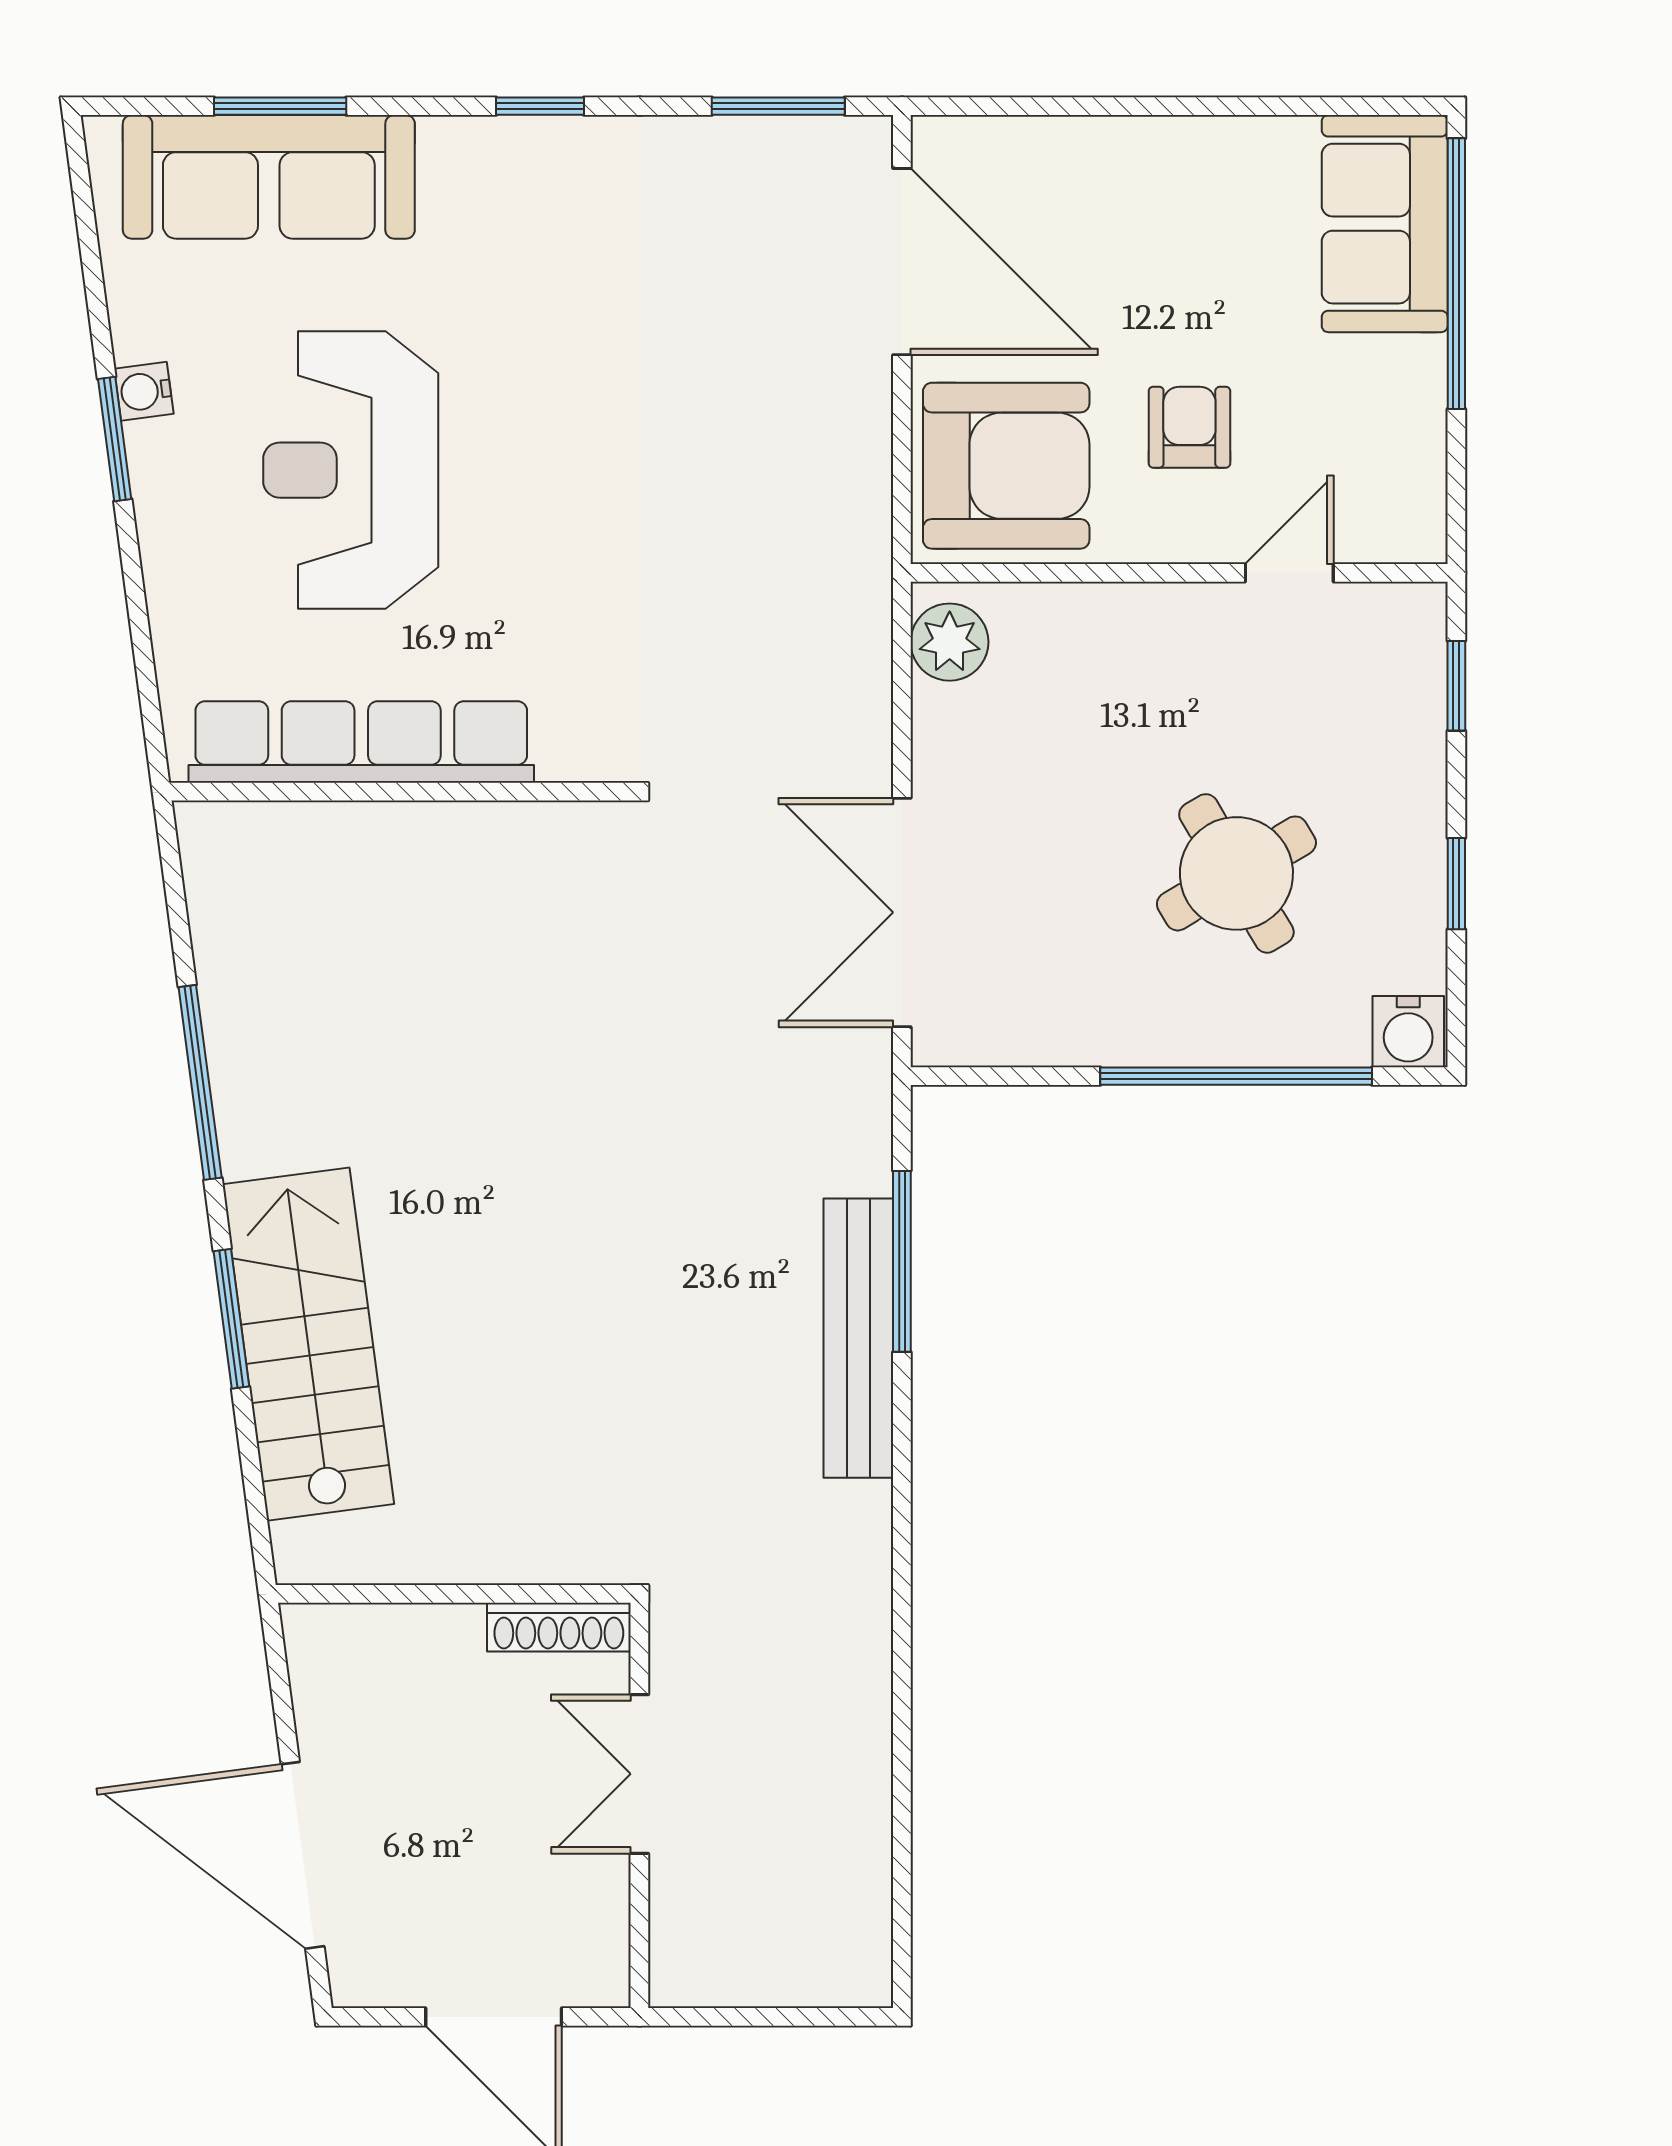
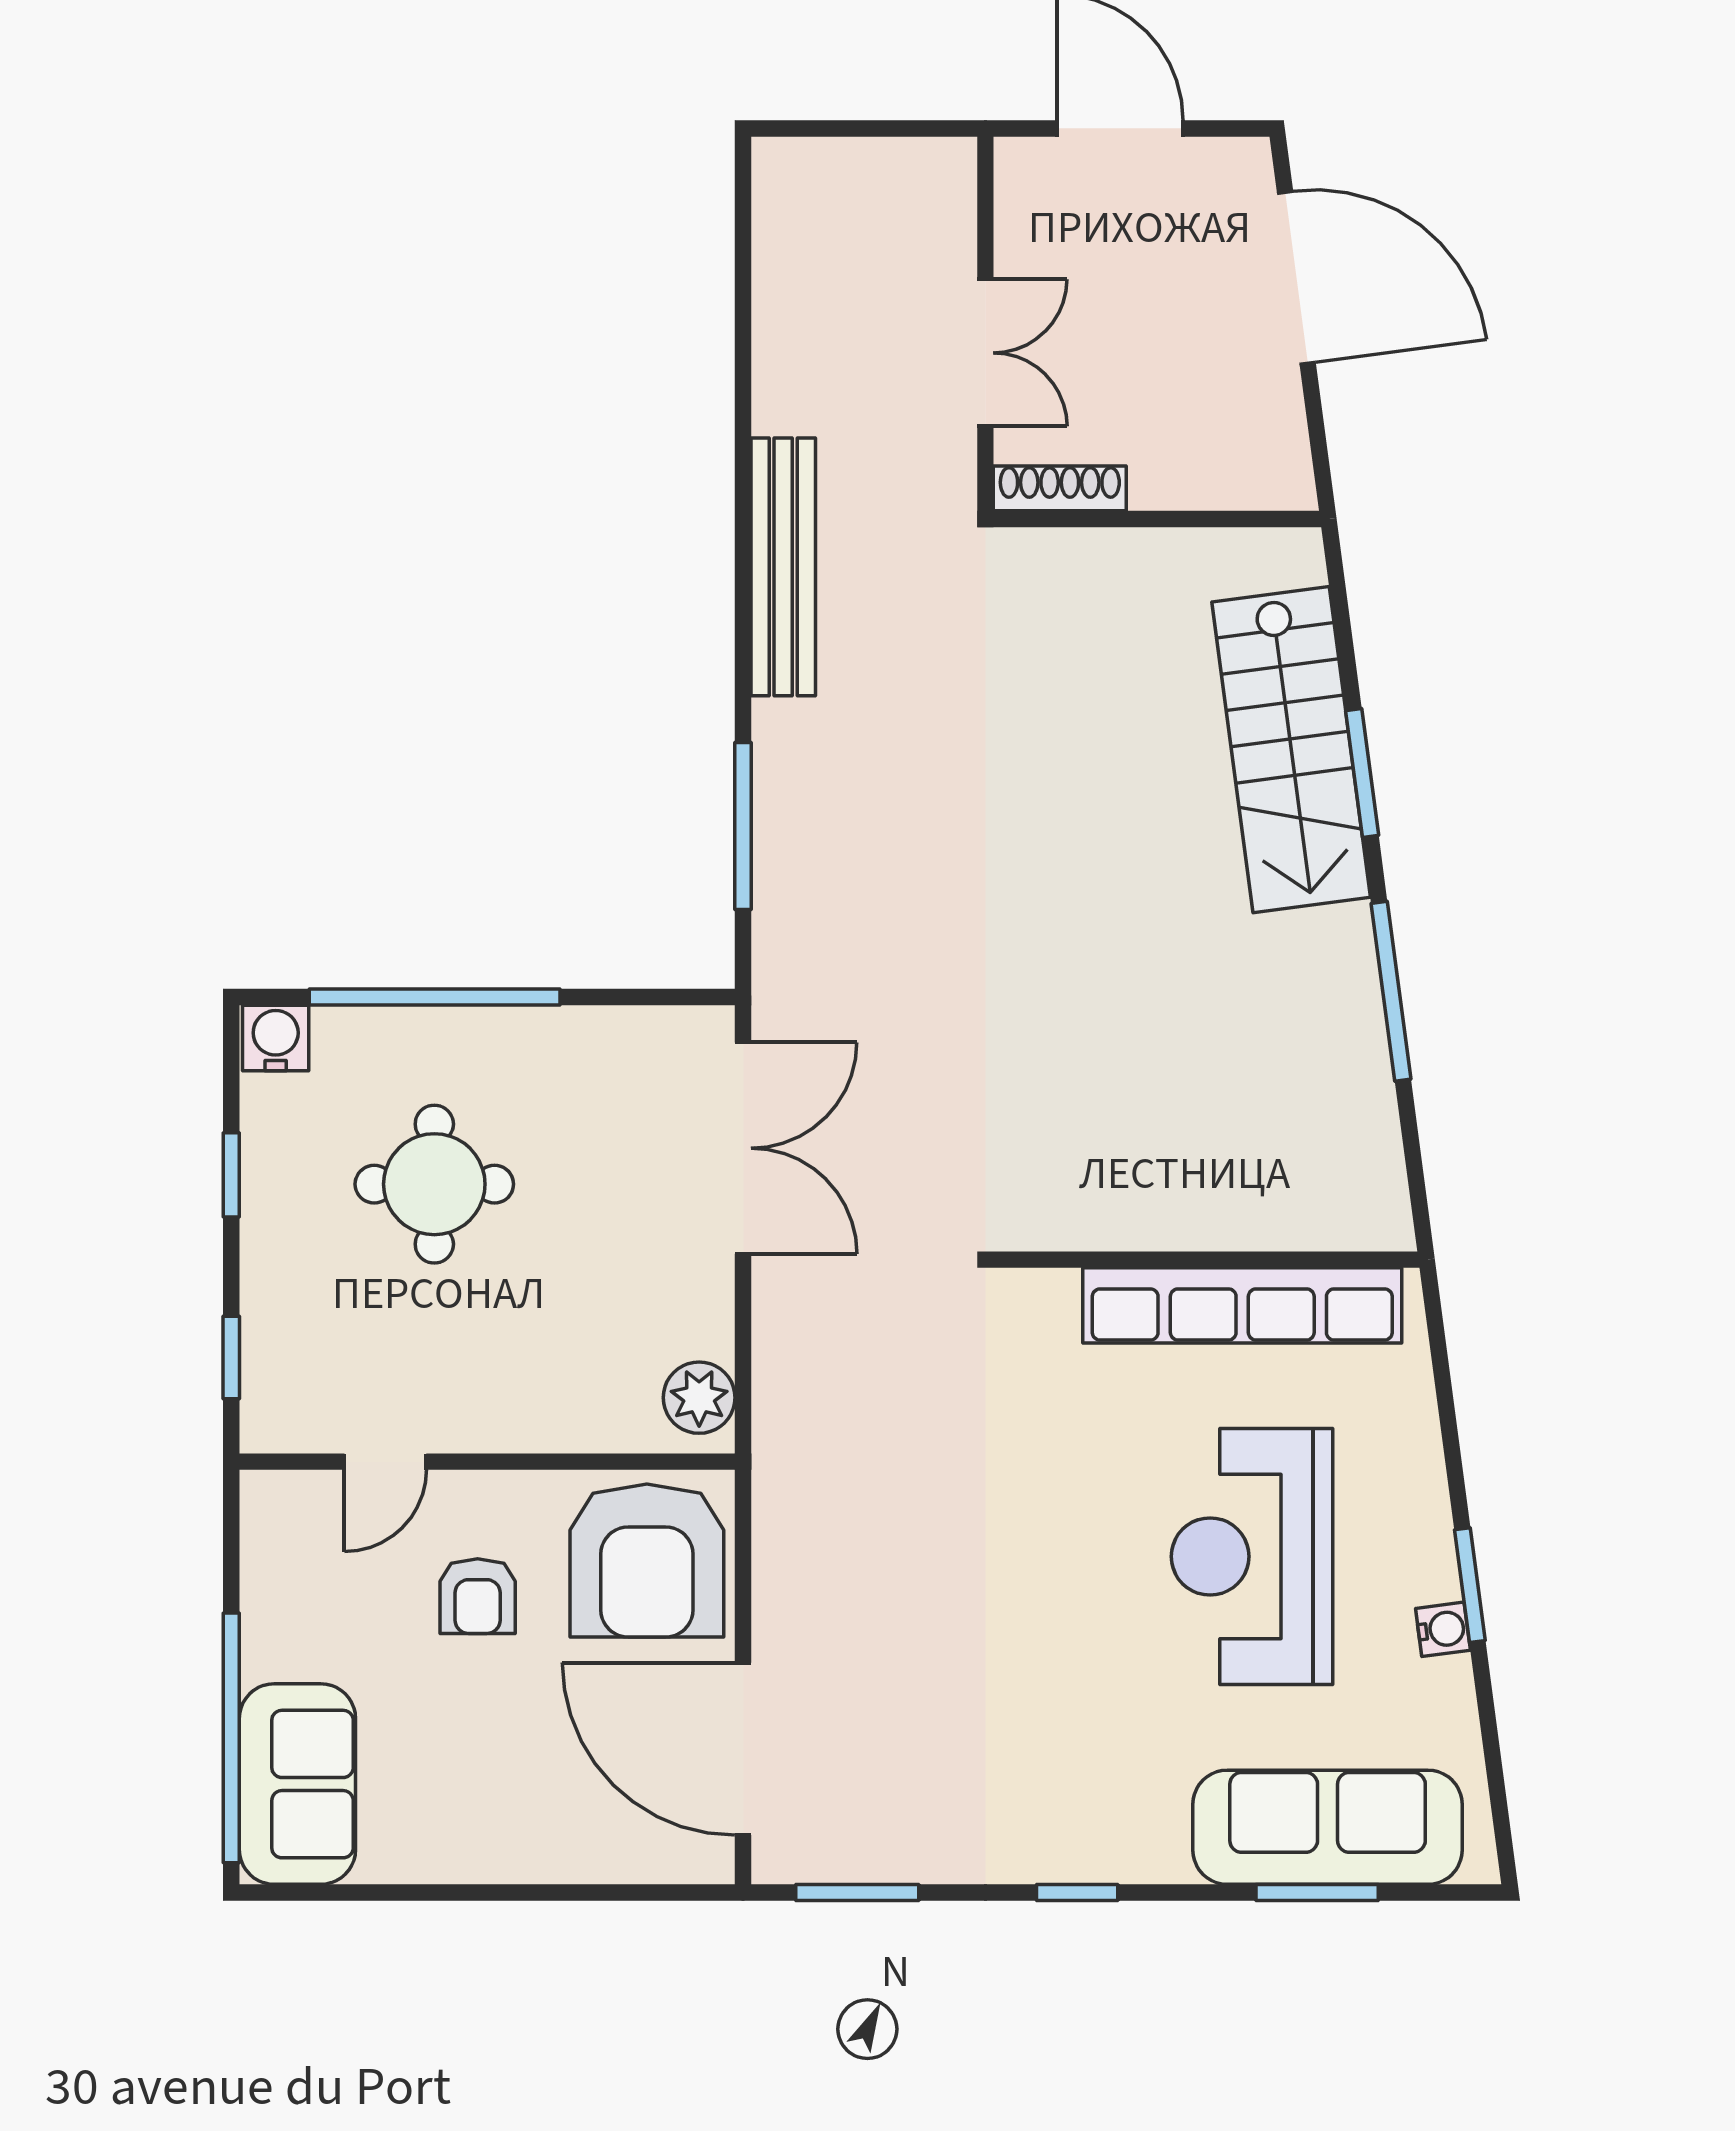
armchair: (1006, 466) -> (647, 1561), turned -90
reception desk: (351, 470) -> (1252, 1556), turned 180
round table: (1236, 873) -> (434, 1184), turned 31
bench: (858, 1338) -> (783, 567), moved

